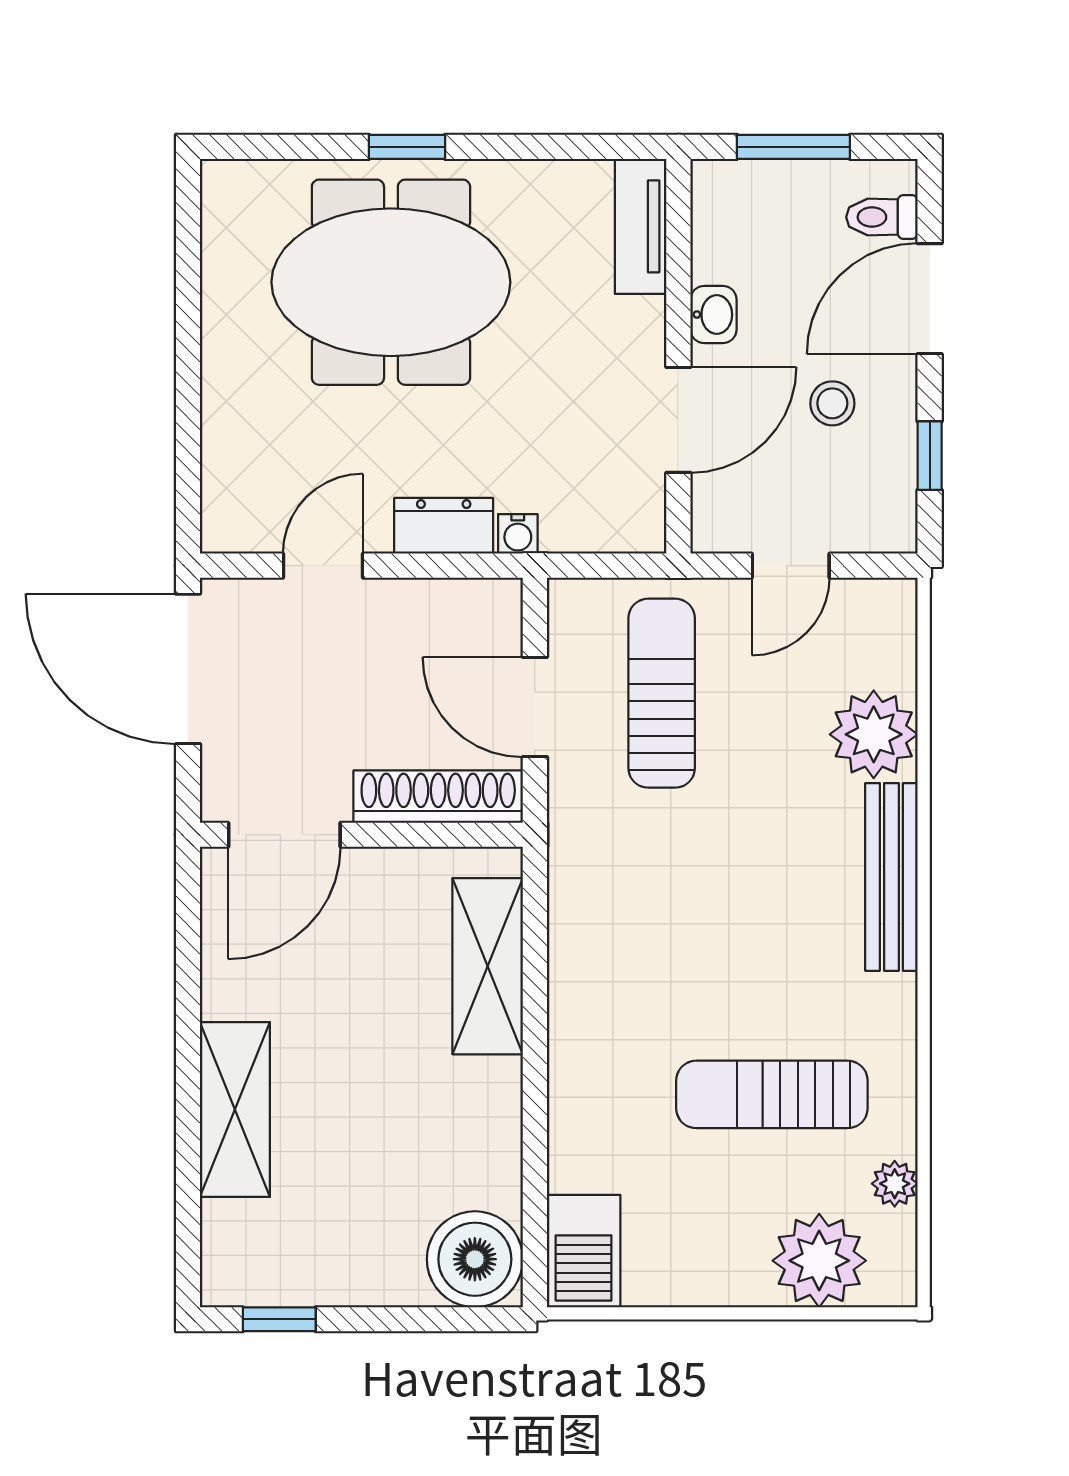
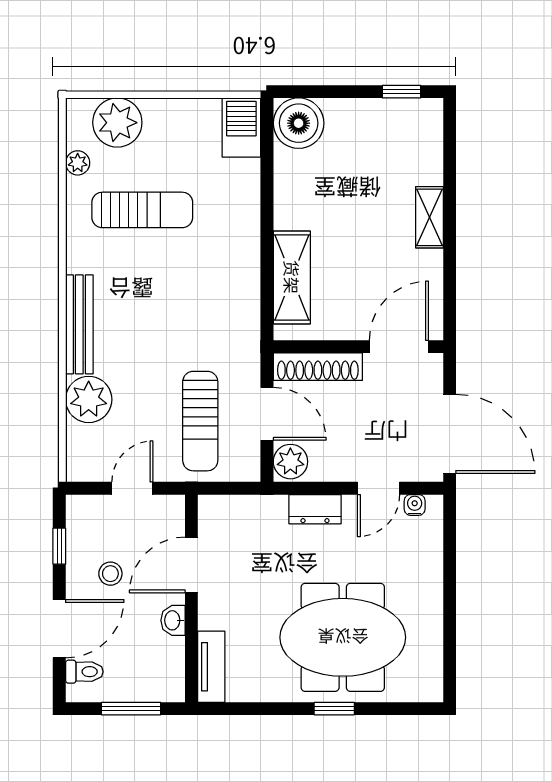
water cooler: (518, 534) -> (415, 505), moved
plant: (490, 616) -> (290, 462), added
shelving: (235, 1110) -> (429, 217), width x0.67, depth x0.75

